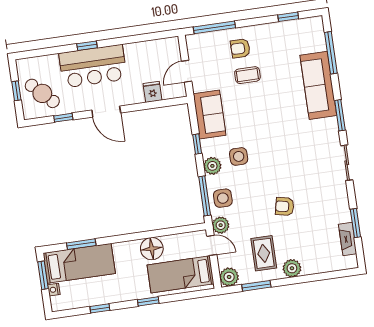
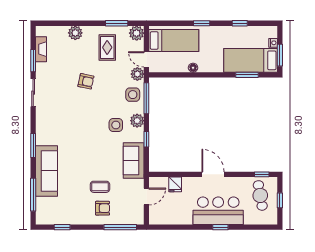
cafe table: (42, 93) -> (260, 195), turned 35
window: (63, 118) -> (262, 174), moved
sliding door: (347, 163) -> (33, 93), moved
floor lamp: (152, 249) -> (193, 68), width x0.53, depth x0.53
plant: (292, 268) -> (75, 33), moved

